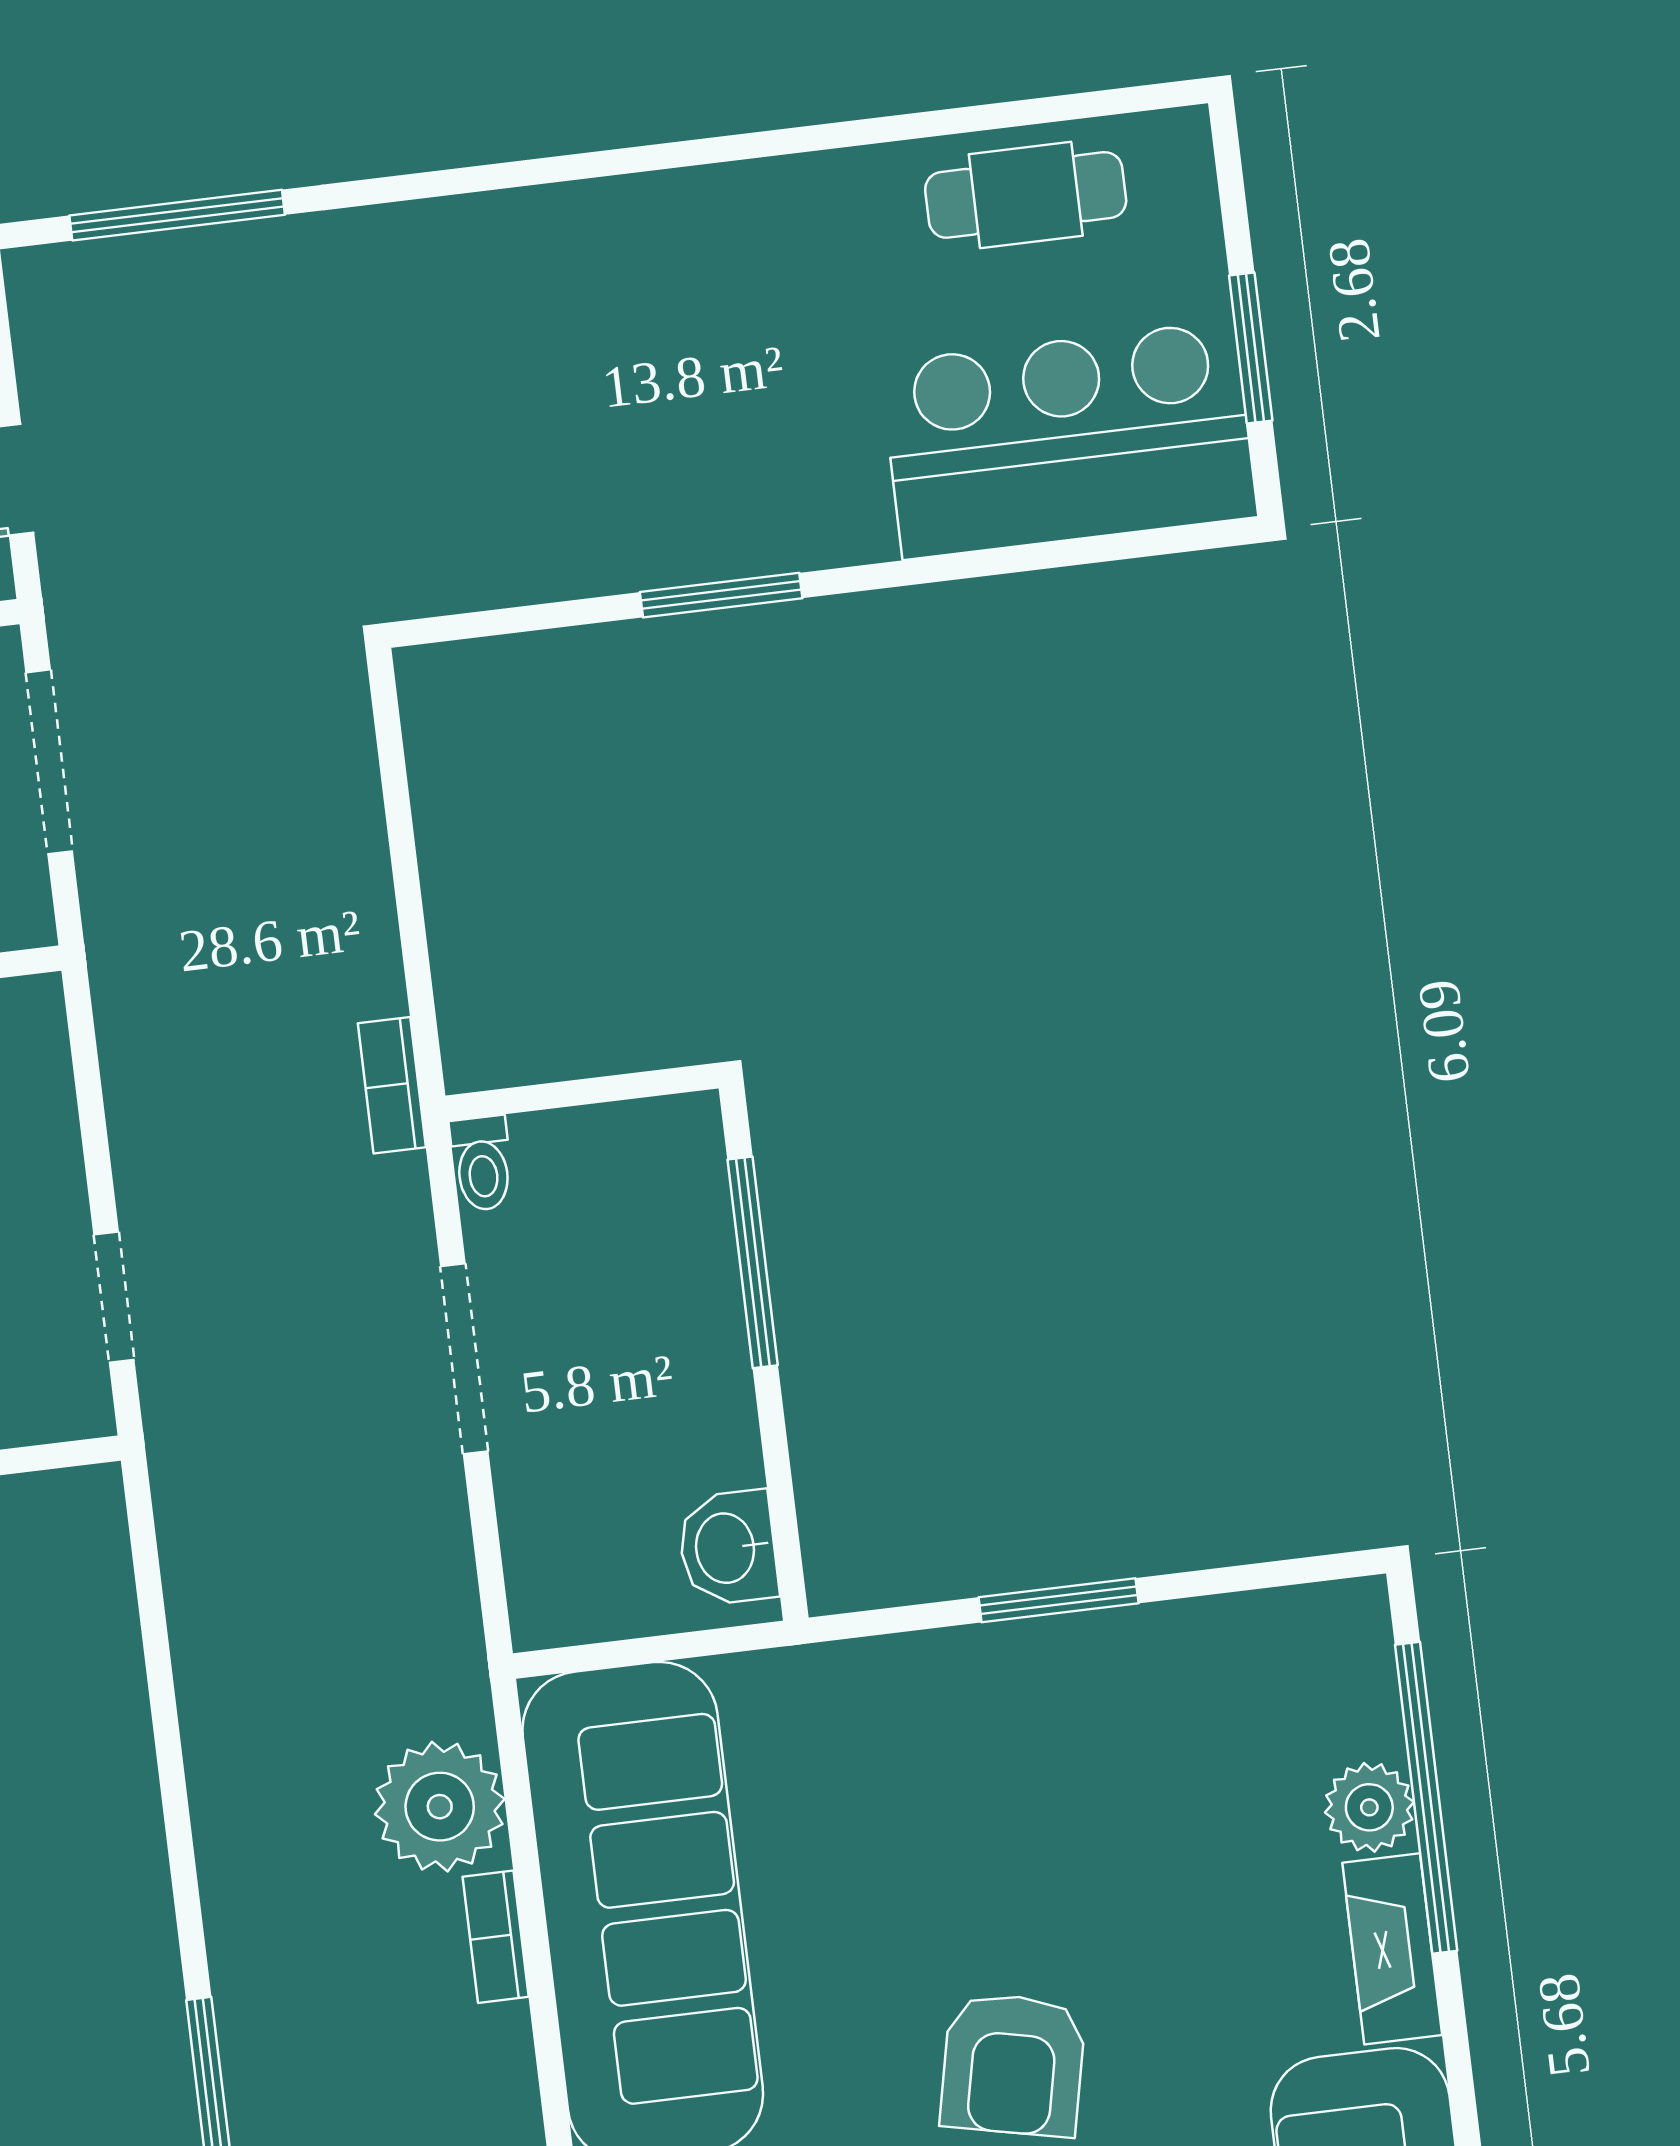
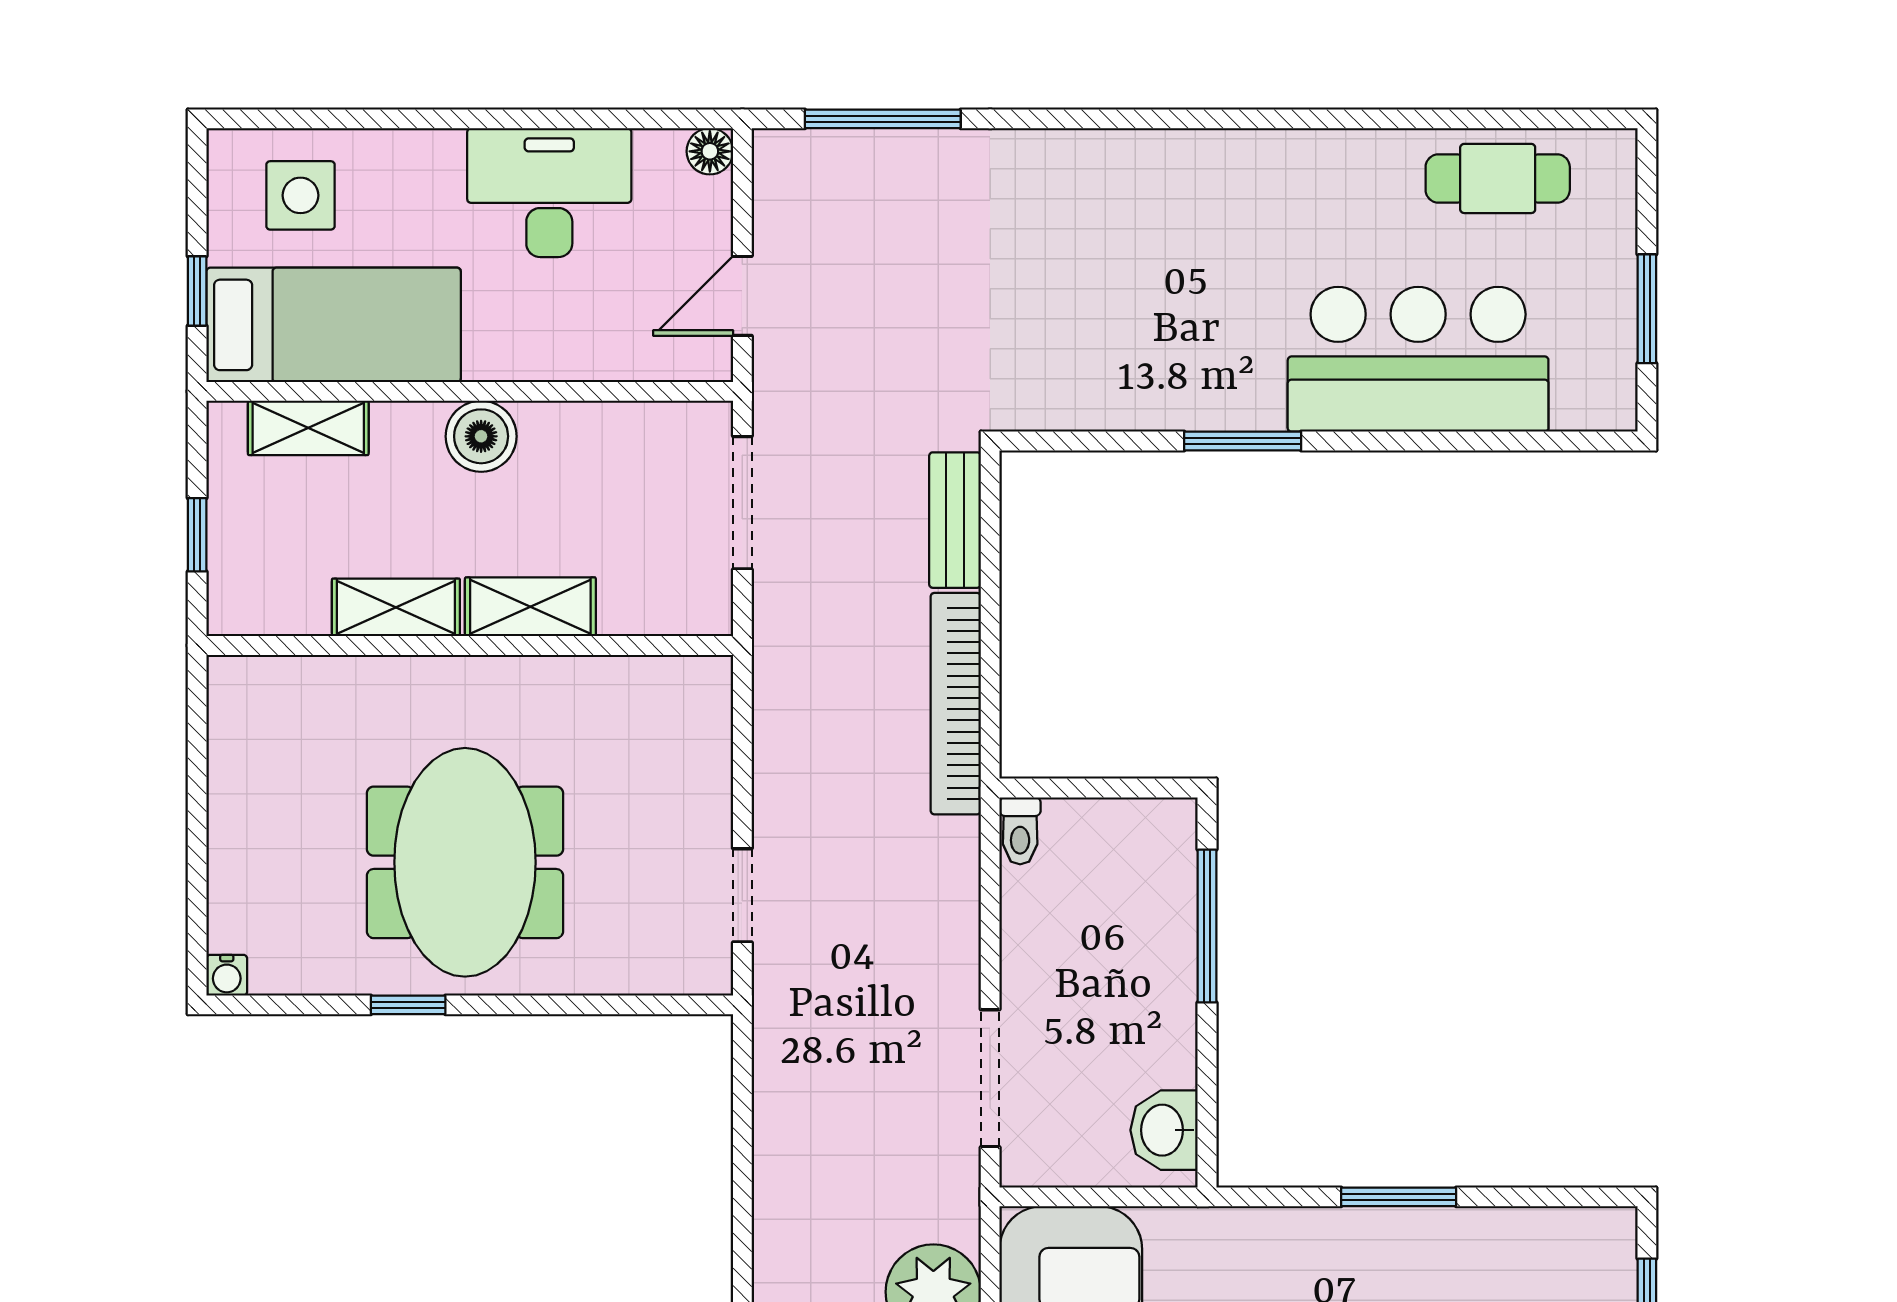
bar counter: (1069, 440) -> (1418, 359), moved
bench: (342, 750) -> (955, 520), added
bookcase: (392, 1085) -> (956, 704), width x2.31, depth x1.31
doorway: (464, 1359) -> (990, 1078), moved

